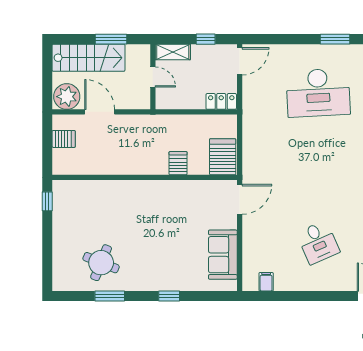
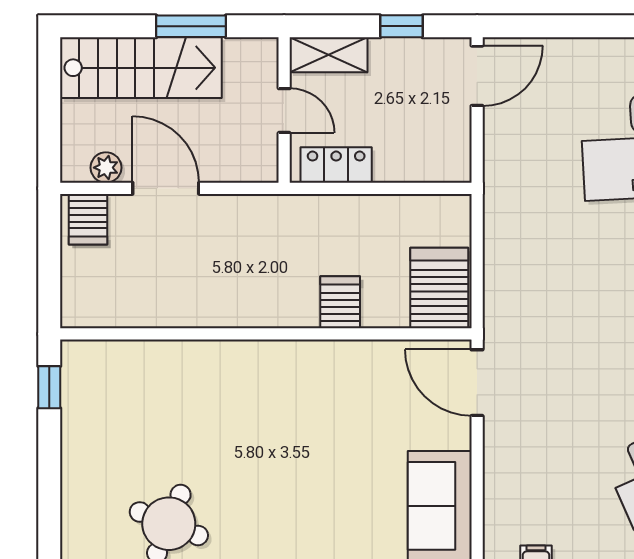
plant: (67, 97) -> (106, 168), width x0.53, depth x0.53
locker: (221, 101) -> (336, 165), moved
server rack: (64, 139) -> (88, 219), moved, turned 90
door: (240, 199) -> (477, 383), swing flipped

